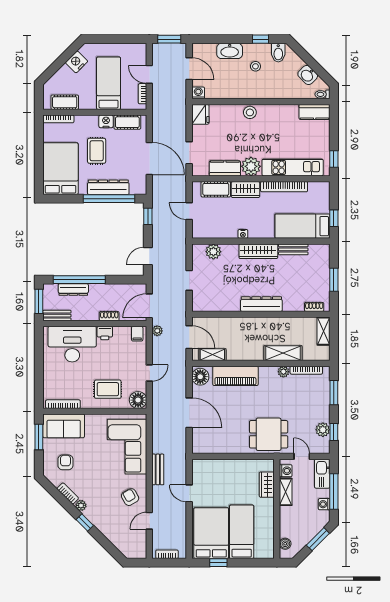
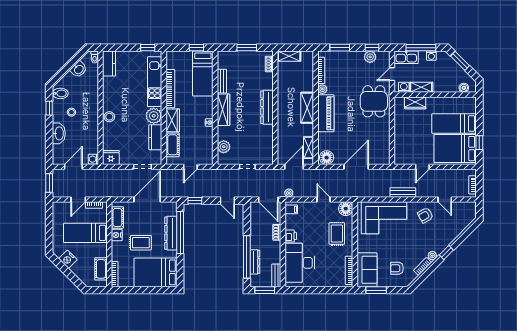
shelving: (283, 353) -> (307, 108), moved
piano: (235, 376) -> (326, 113), moved

